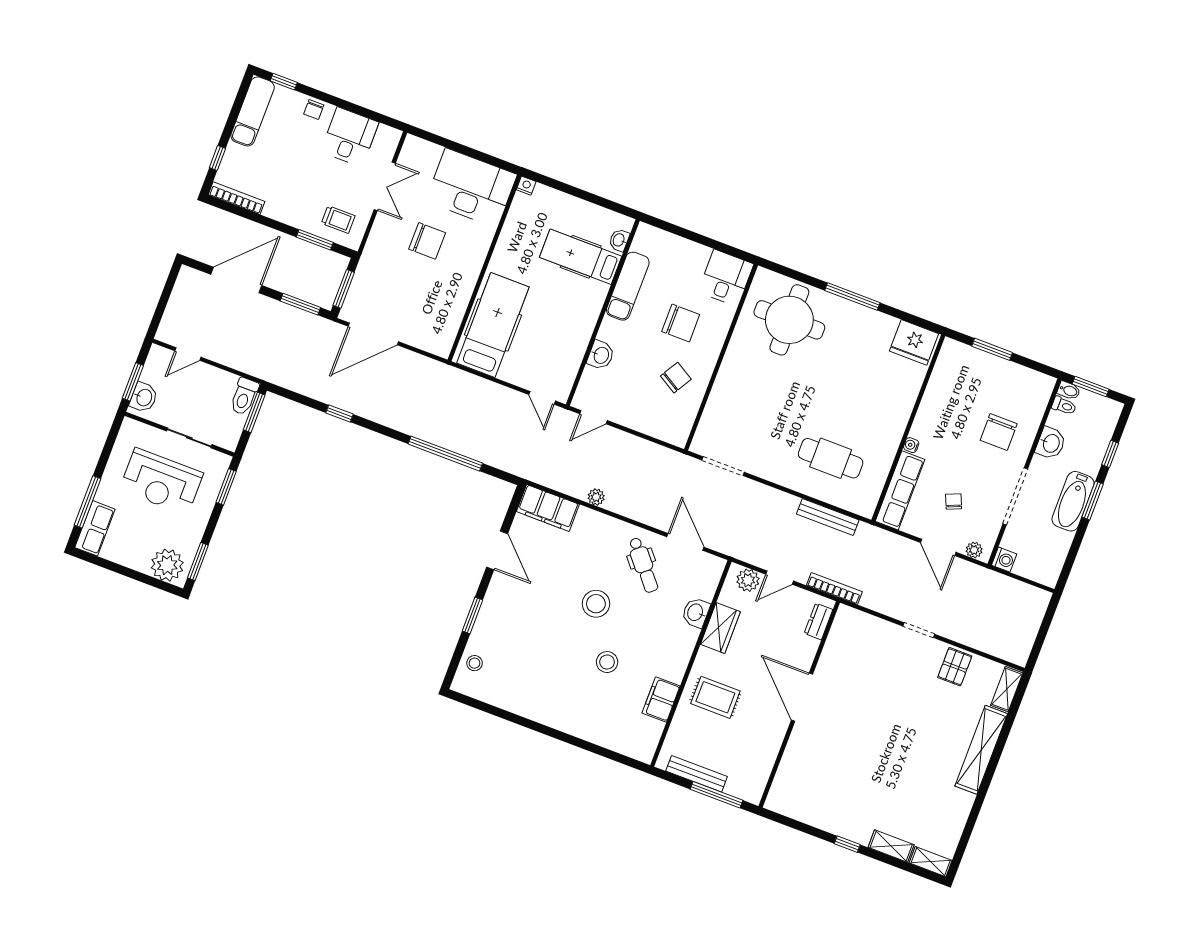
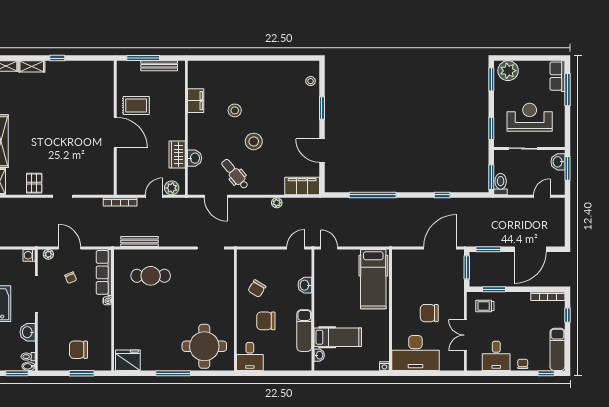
chair: (999, 432) -> (78, 350), moved, turned -90
dresser: (819, 621) -> (122, 180), removed
rug: (715, 697) -> (136, 106), moved

